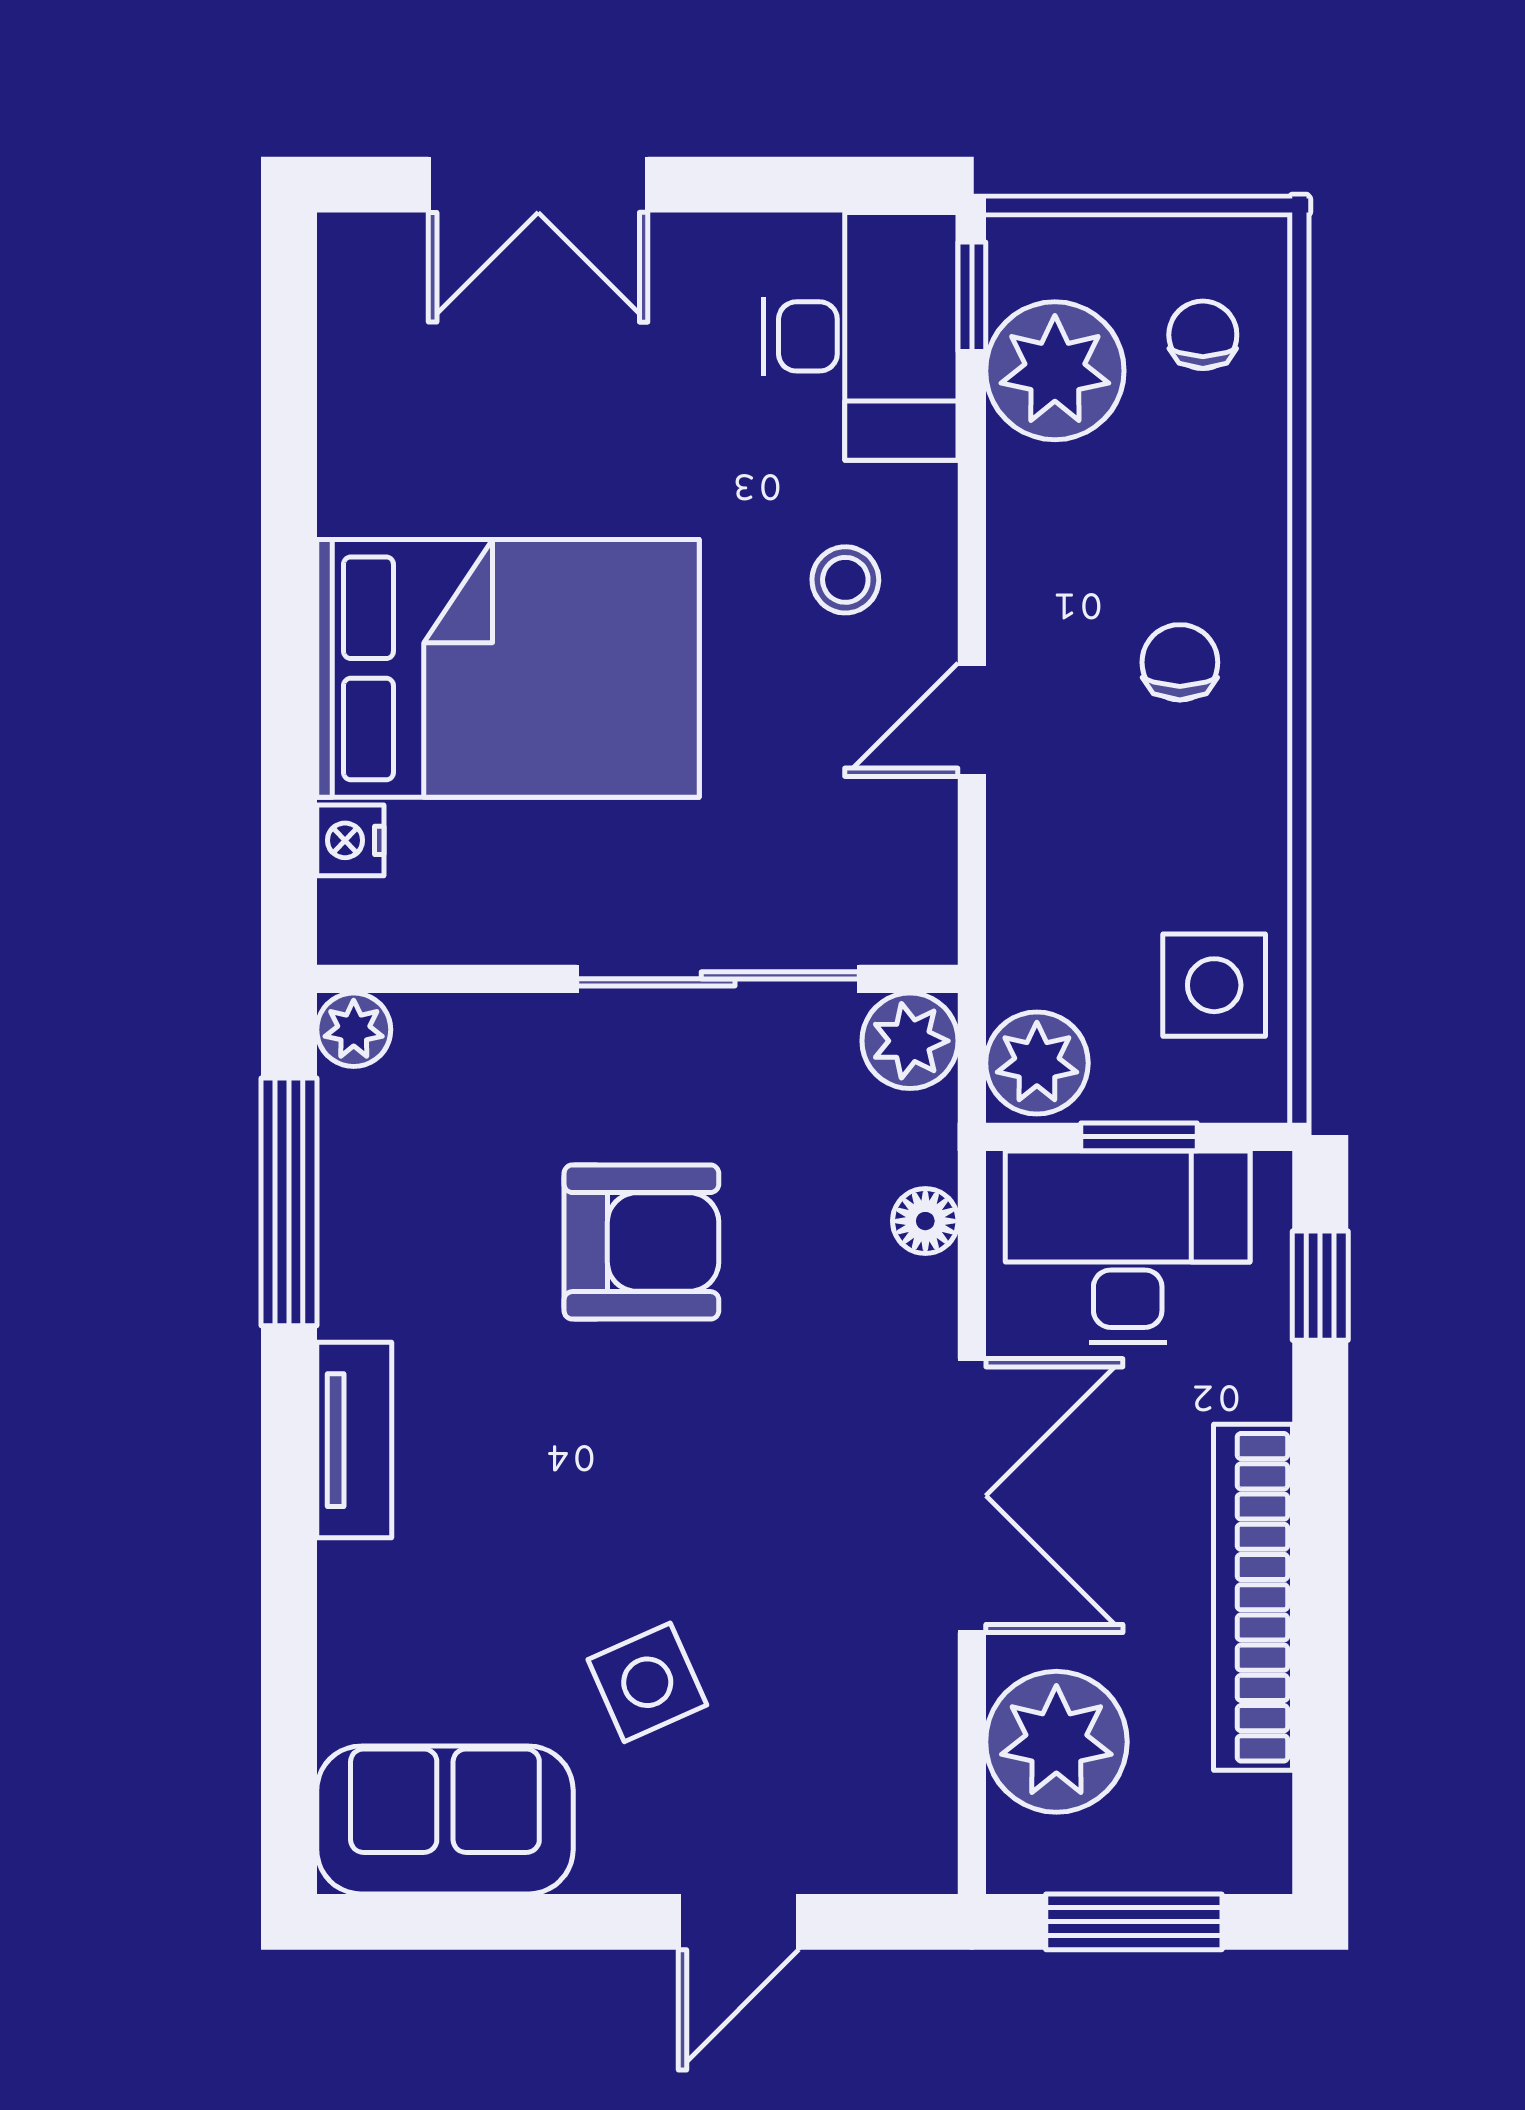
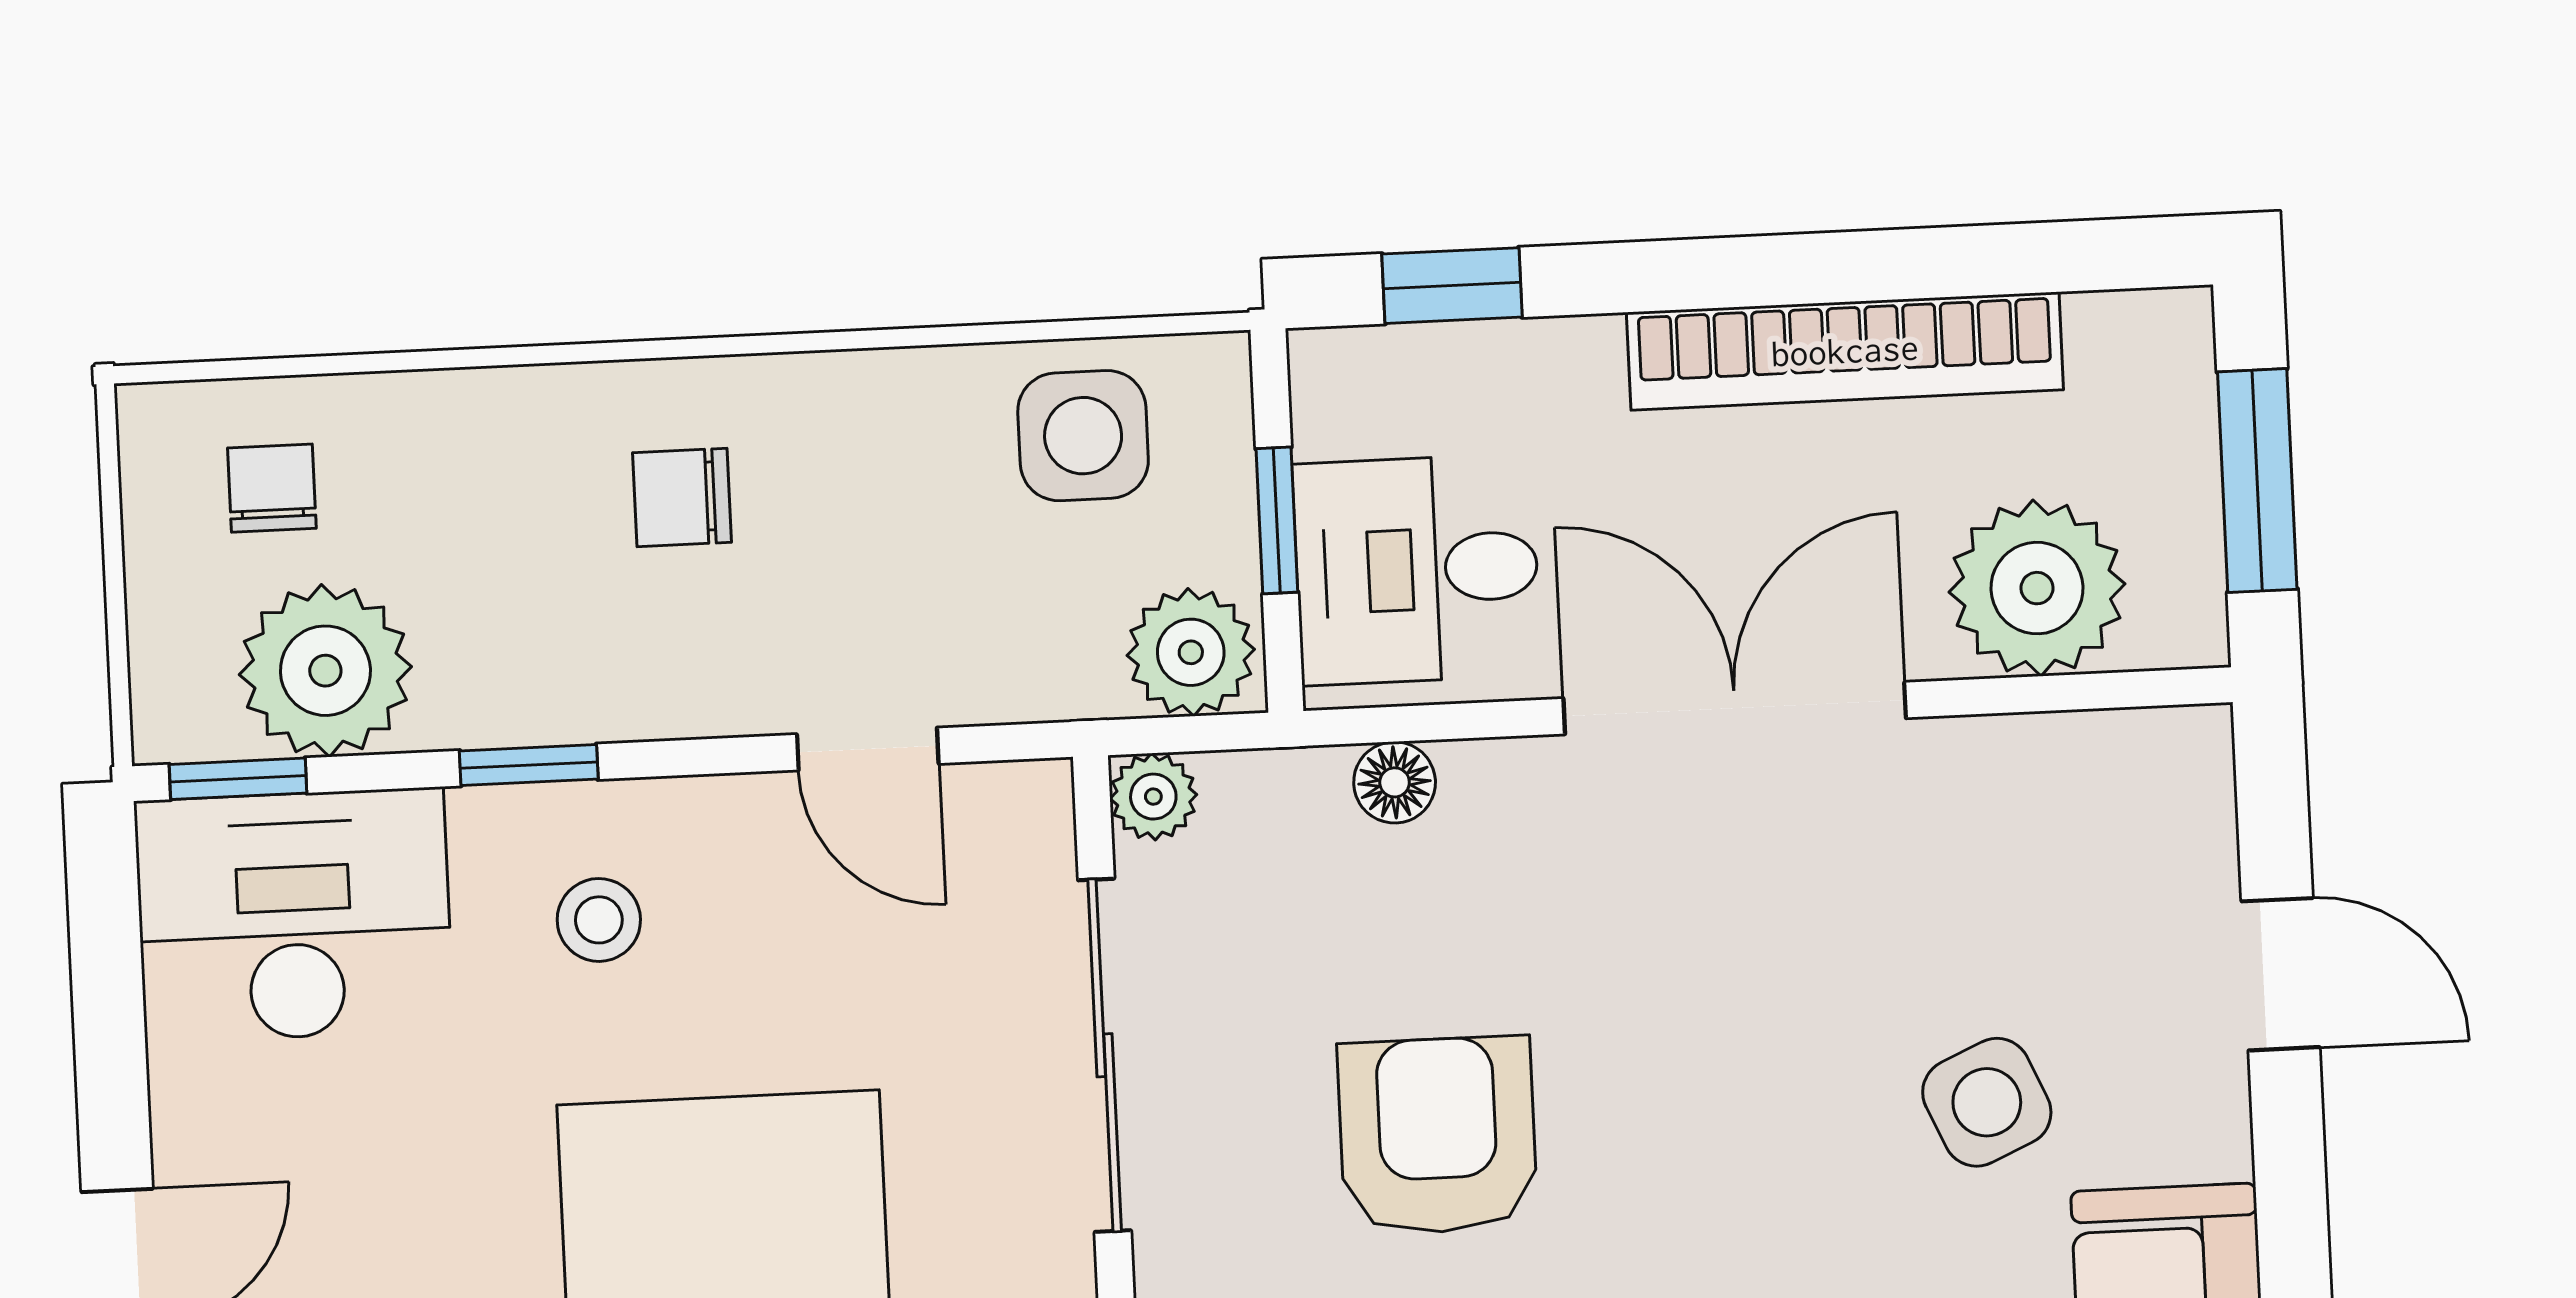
chair: (1203, 335) -> (272, 488), turned 90
window: (972, 530) -> (529, 765), added
door: (972, 720) -> (868, 749), moved
plant: (910, 1041) -> (1153, 797), width x0.73, depth x0.73
desk: (1128, 1247) -> (1417, 570), width x0.73

